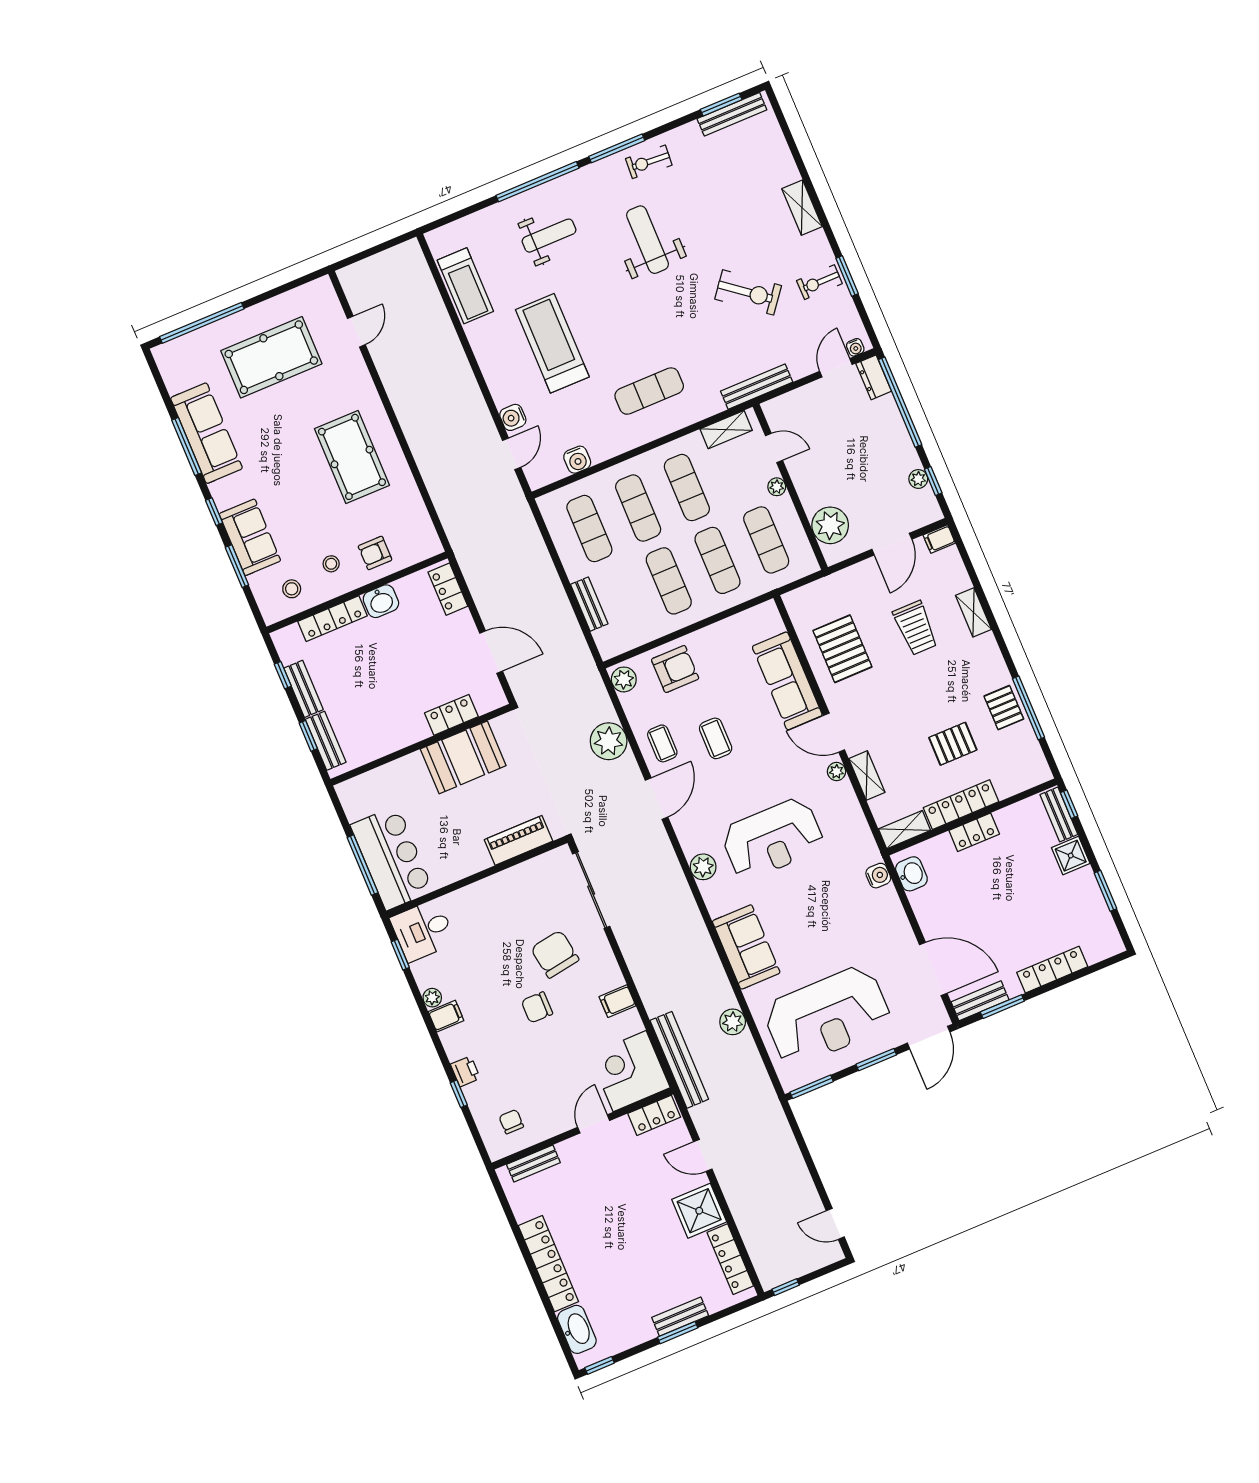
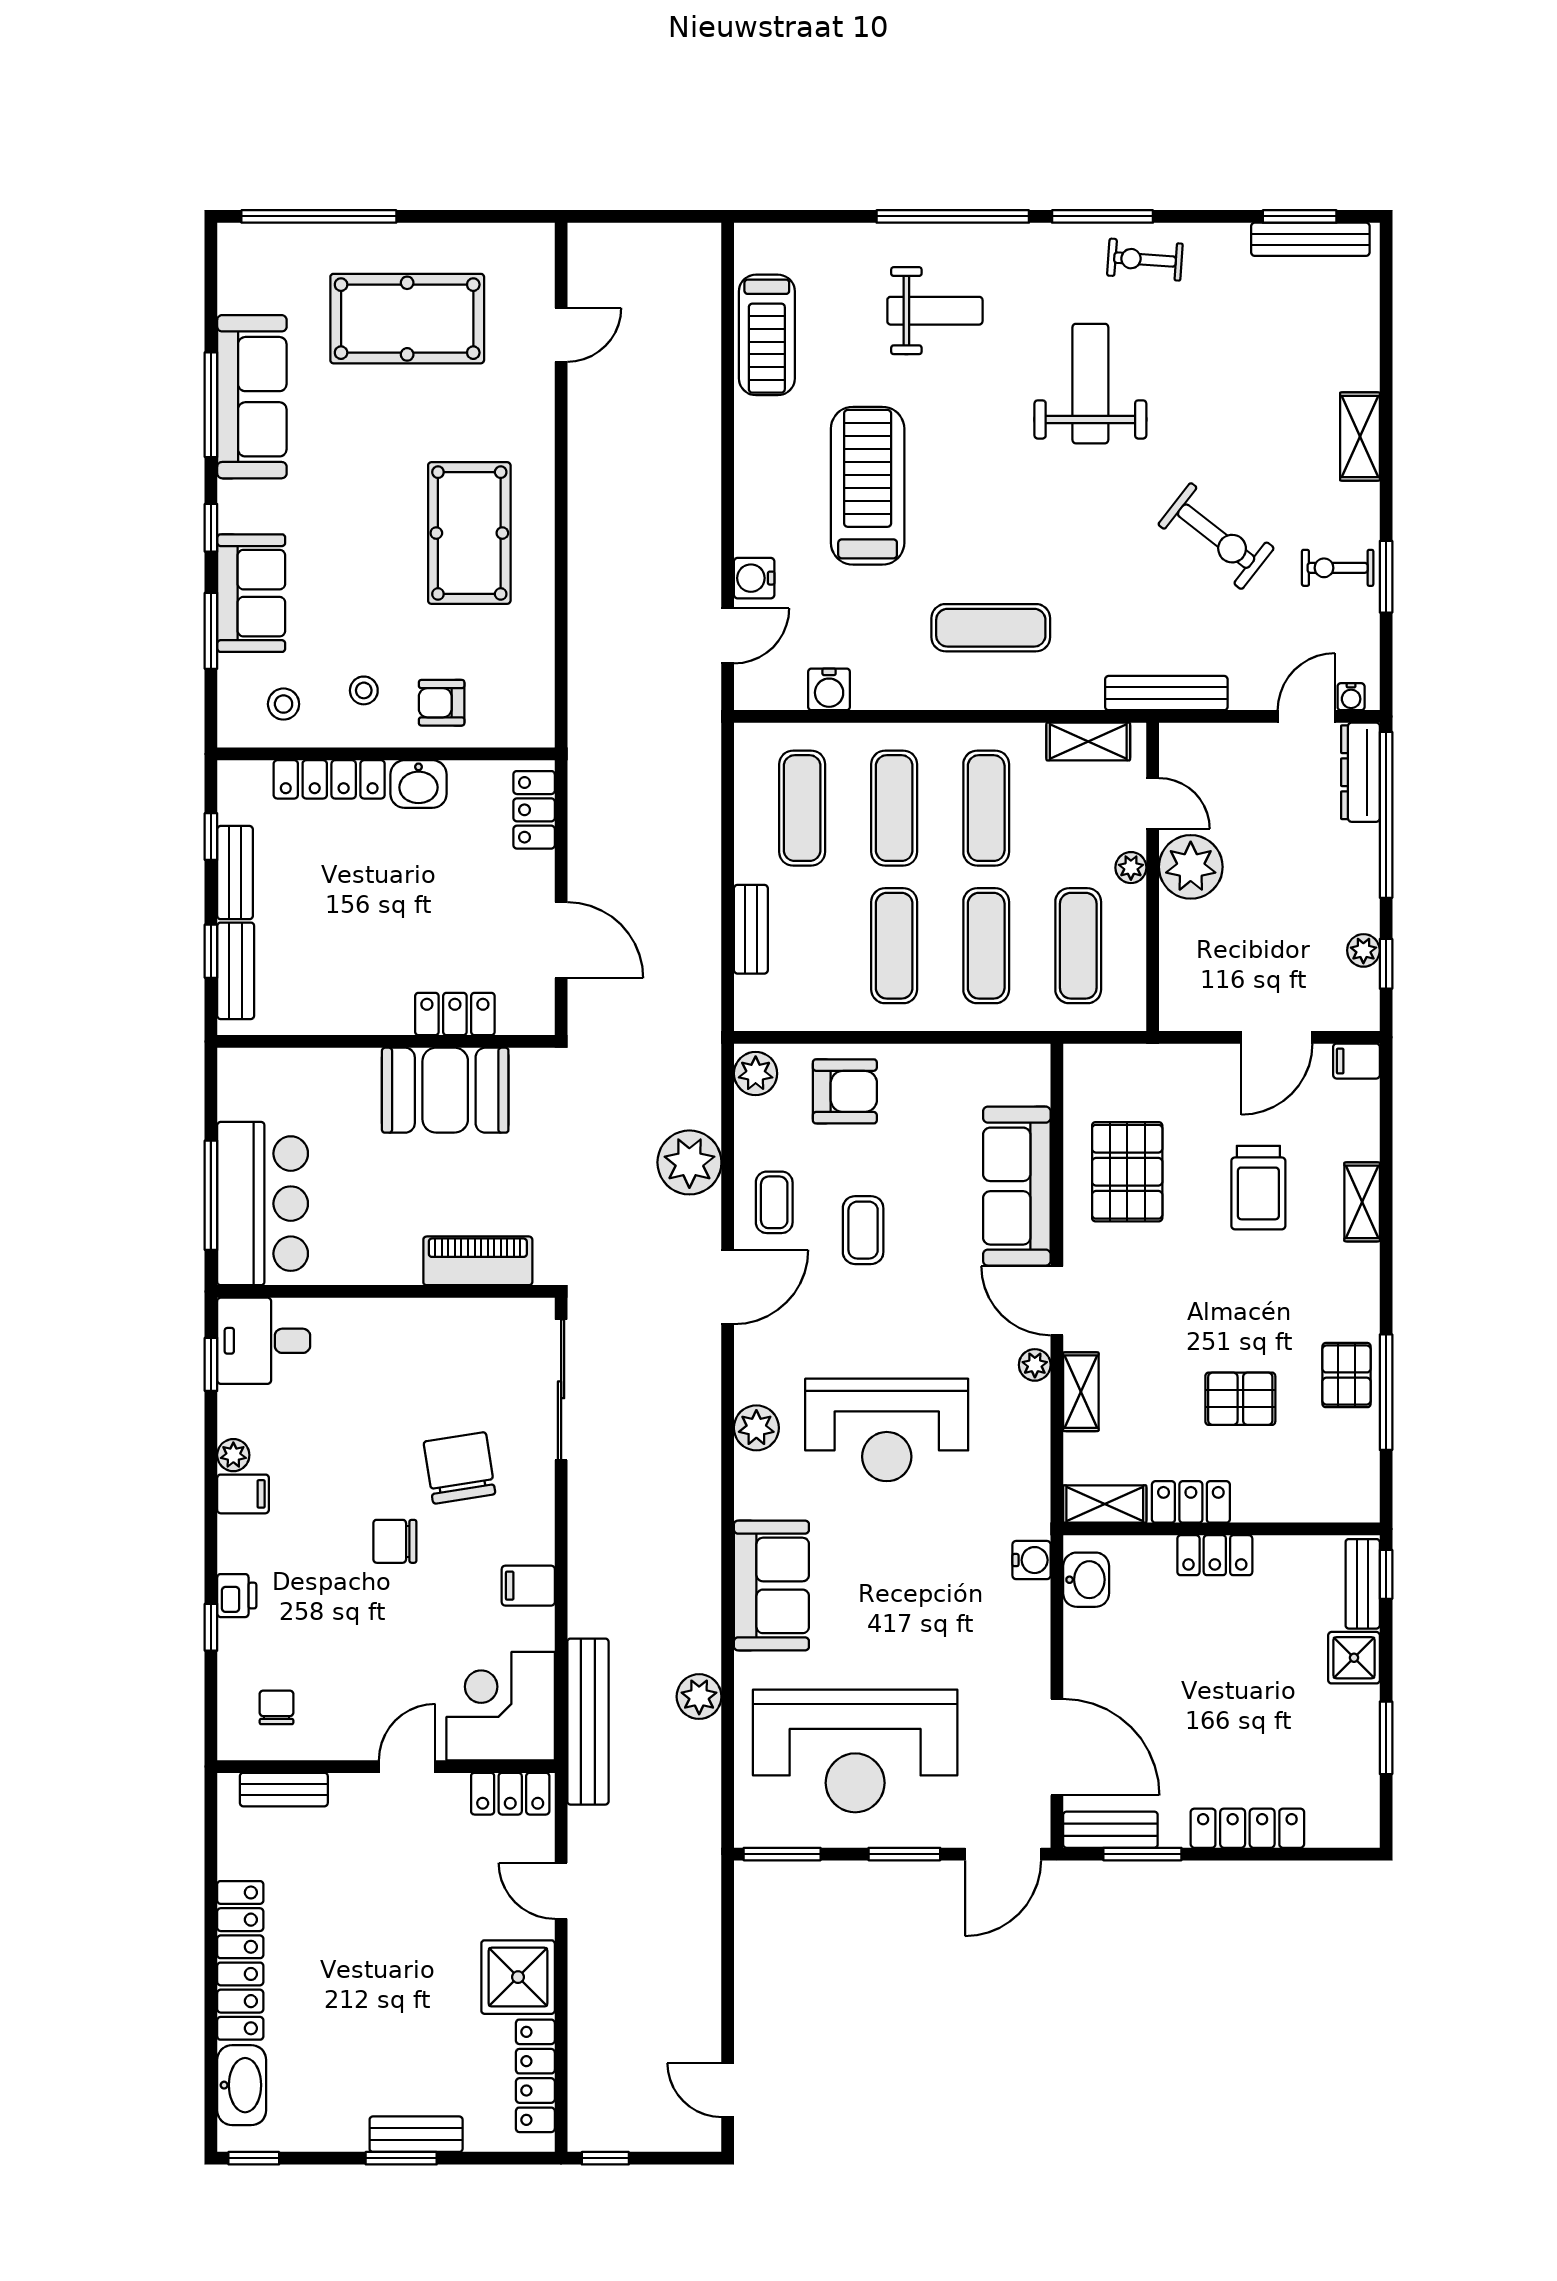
dresser: (874, 377) -> (1360, 772), width x1.44
plant: (830, 525) -> (1191, 867), moved
locker: (961, 805) -> (1191, 1502), width x0.66

